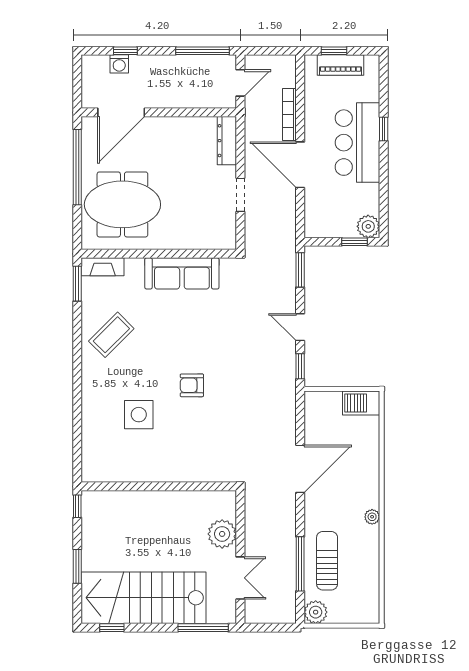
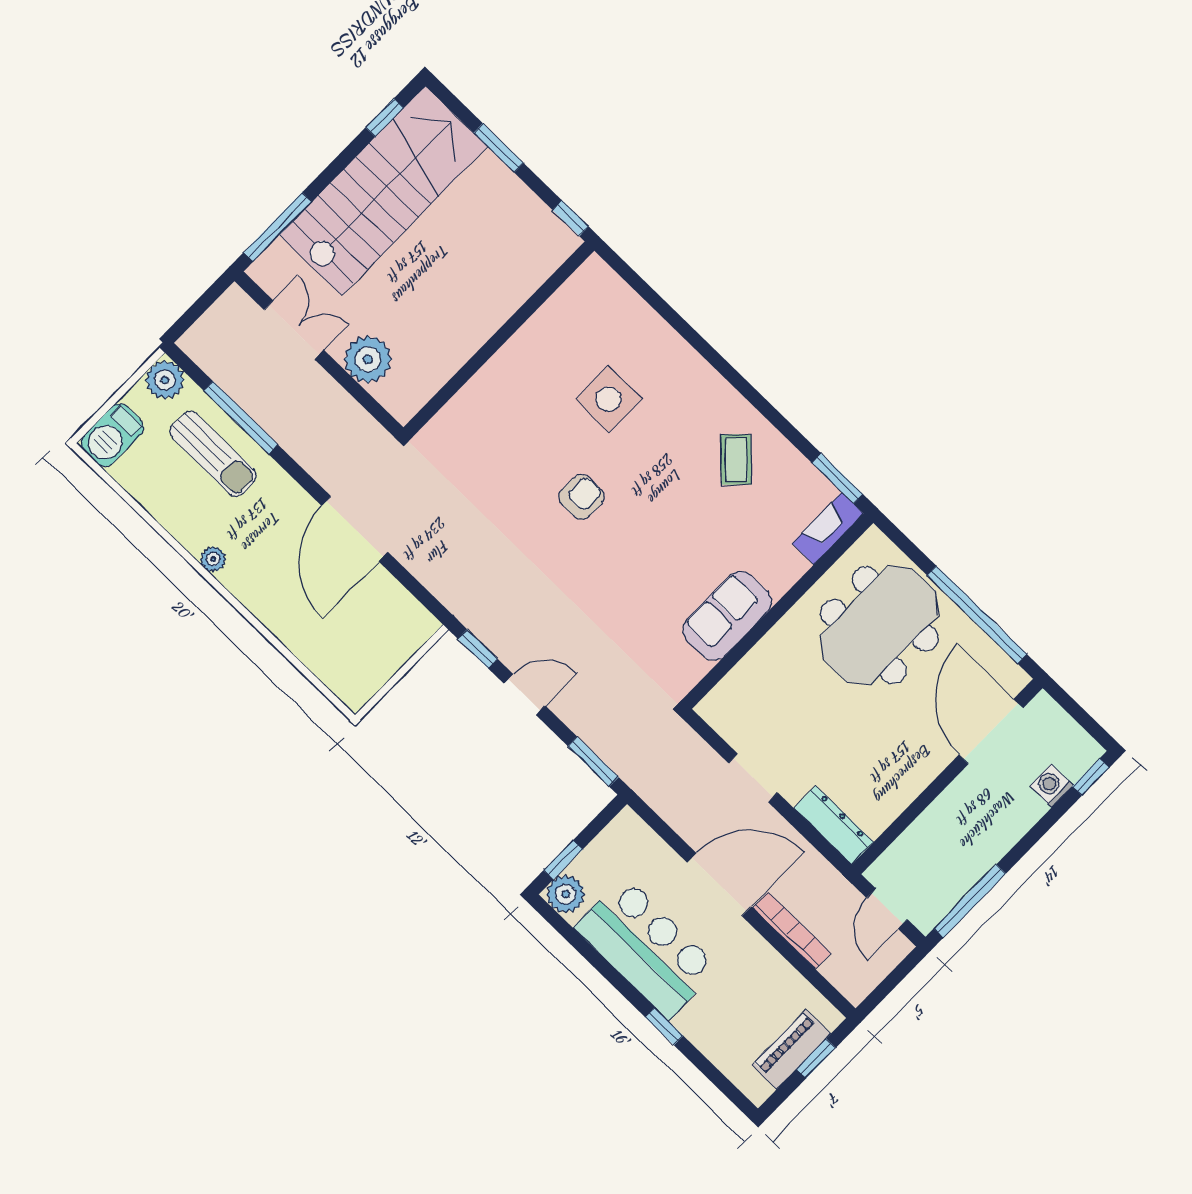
window: (125, 51) -> (1091, 777), moved
bar counter: (357, 143) -> (646, 948), moved
sofa: (182, 273) -> (727, 616), width x0.73
coffee table: (111, 335) -> (736, 460), width x0.73, depth x0.77
barbecue: (361, 403) -> (112, 435), moved, turned 180
double door: (240, 578) -> (294, 330), swing flipped

